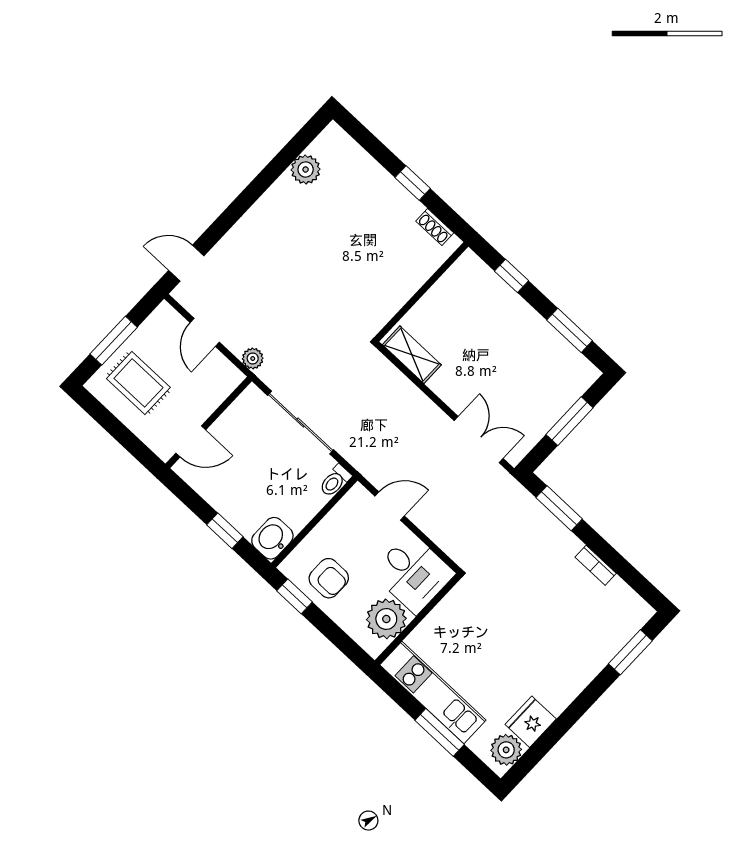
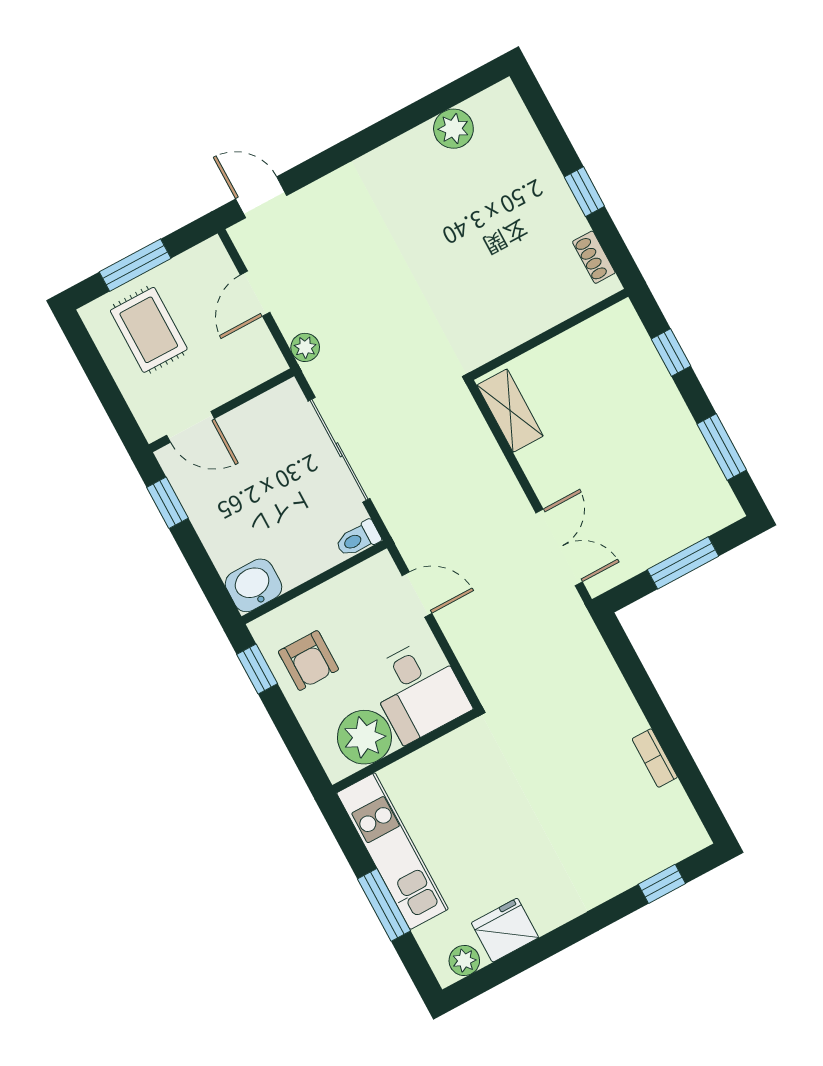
window: (559, 508) -> (632, 670), removed
window: (225, 531) -> (168, 503), moved
window: (630, 652) -> (662, 884), width x0.67
plant: (506, 750) -> (464, 961), width x0.73, depth x0.73

